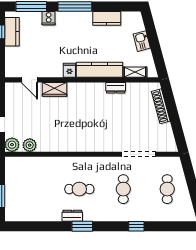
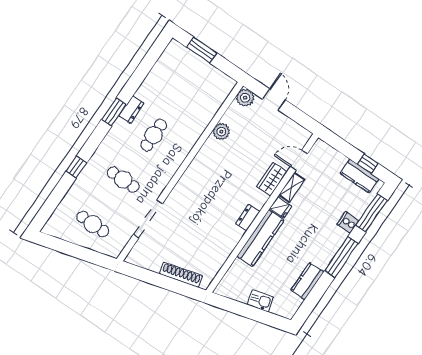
shelving: (135, 72) -> (292, 187), moved
dresser: (116, 88) -> (248, 218), moved
plant: (30, 145) -> (221, 132), moved

